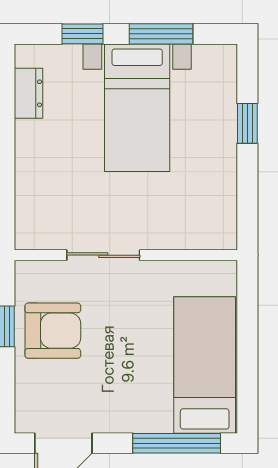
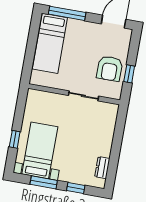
bed with nightstands: (137, 108) -> (40, 150), moved
armchair: (53, 331) -> (110, 69), turned -90

